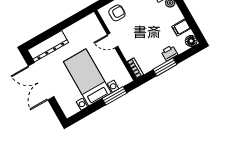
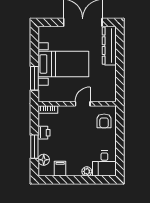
floor lamp: (191, 41) -> (44, 160), moved
printer: (169, 53) -> (44, 133), moved
window: (165, 67) -> (34, 147), moved

